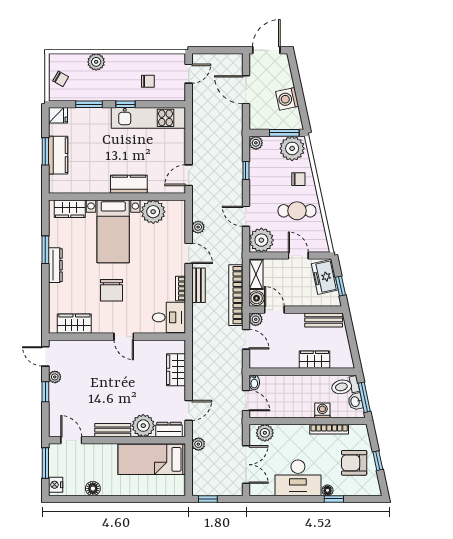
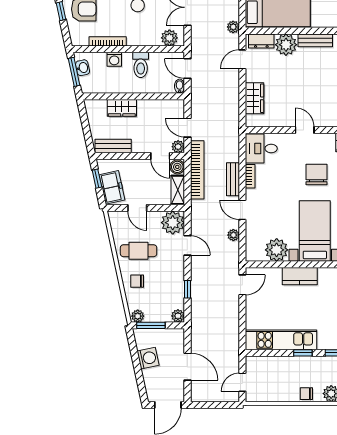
chair: (148, 81) -> (306, 394), moved
plant: (292, 148) -> (138, 316), width x0.53, depth x0.53
toilet: (345, 386) -> (141, 65), moved, turned 102

